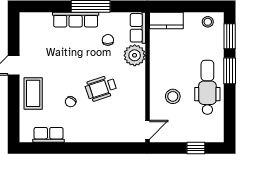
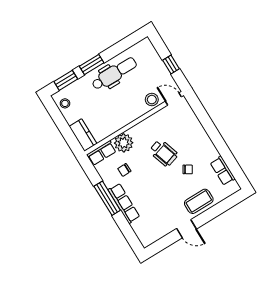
dental chair: (207, 87) -> (114, 74), turned 180
stool: (173, 96) -> (152, 100), moved
window: (196, 148) -> (171, 64), moved

